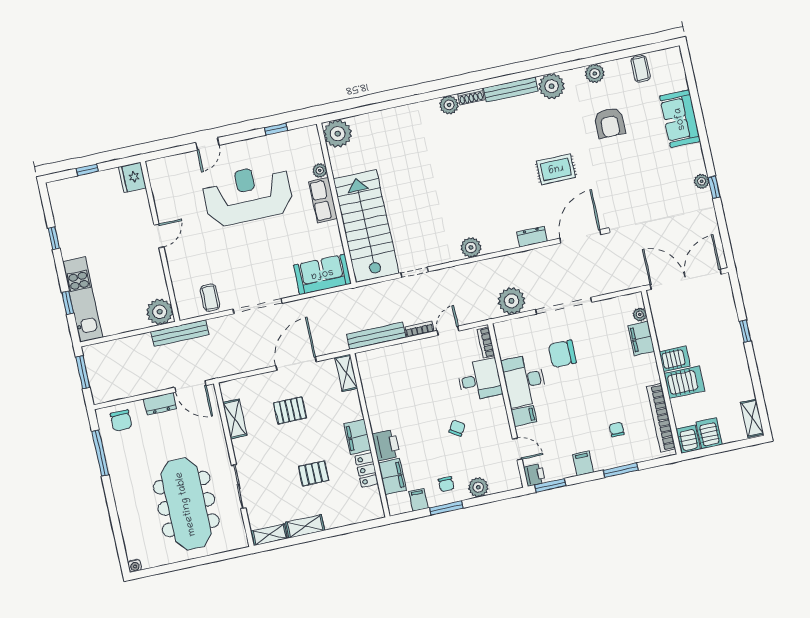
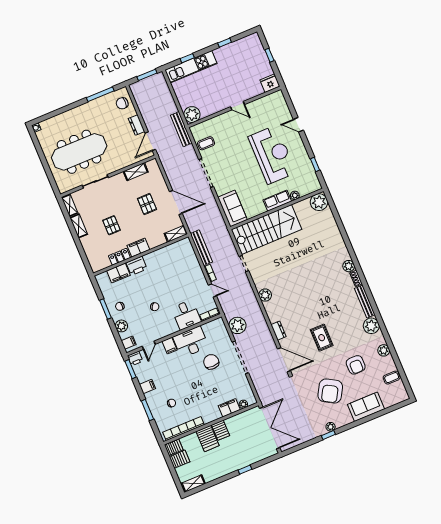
armchair: (610, 123) -> (356, 365), turned -90
armchair: (644, 171) -> (330, 391), added
filing cabinet: (418, 500) -> (129, 343), moved

